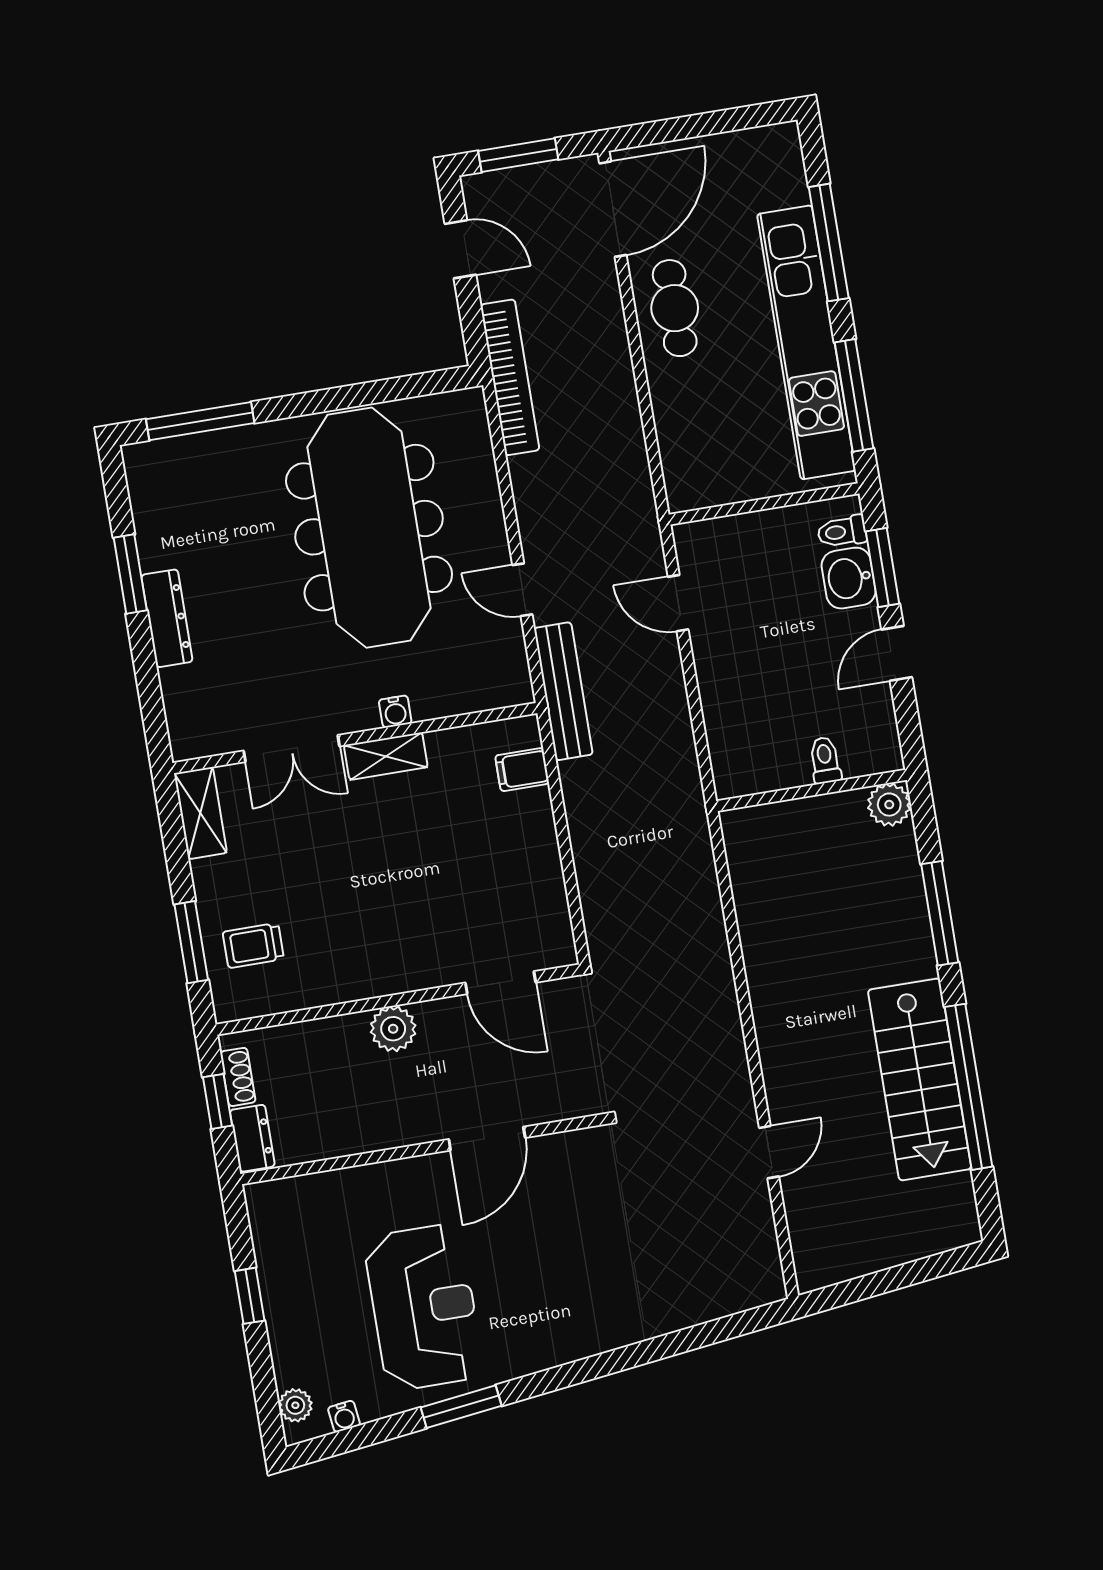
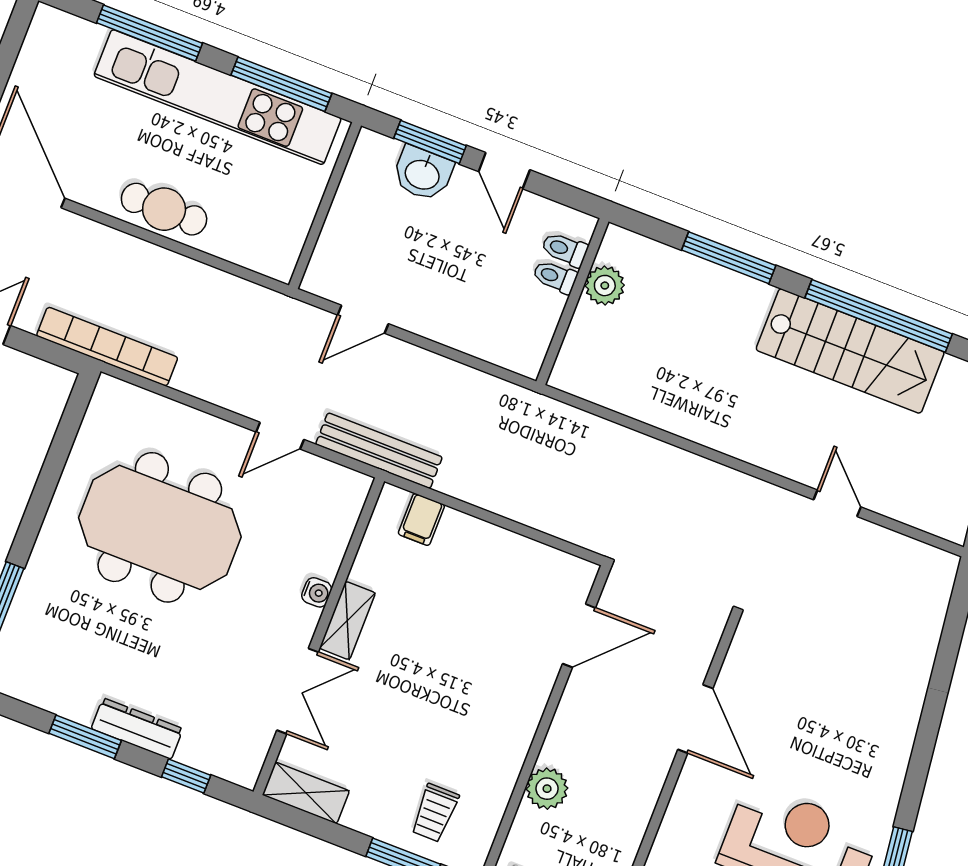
cafe table: (675, 308) -> (164, 209), moved
meeting table: (369, 528) -> (160, 527), width x0.73
toilet: (842, 532) -> (565, 249), moved, turned 90
window: (150, 691) -> (186, 776), added
plant: (889, 805) -> (605, 286), moved
plant: (393, 1029) -> (547, 789), moved

